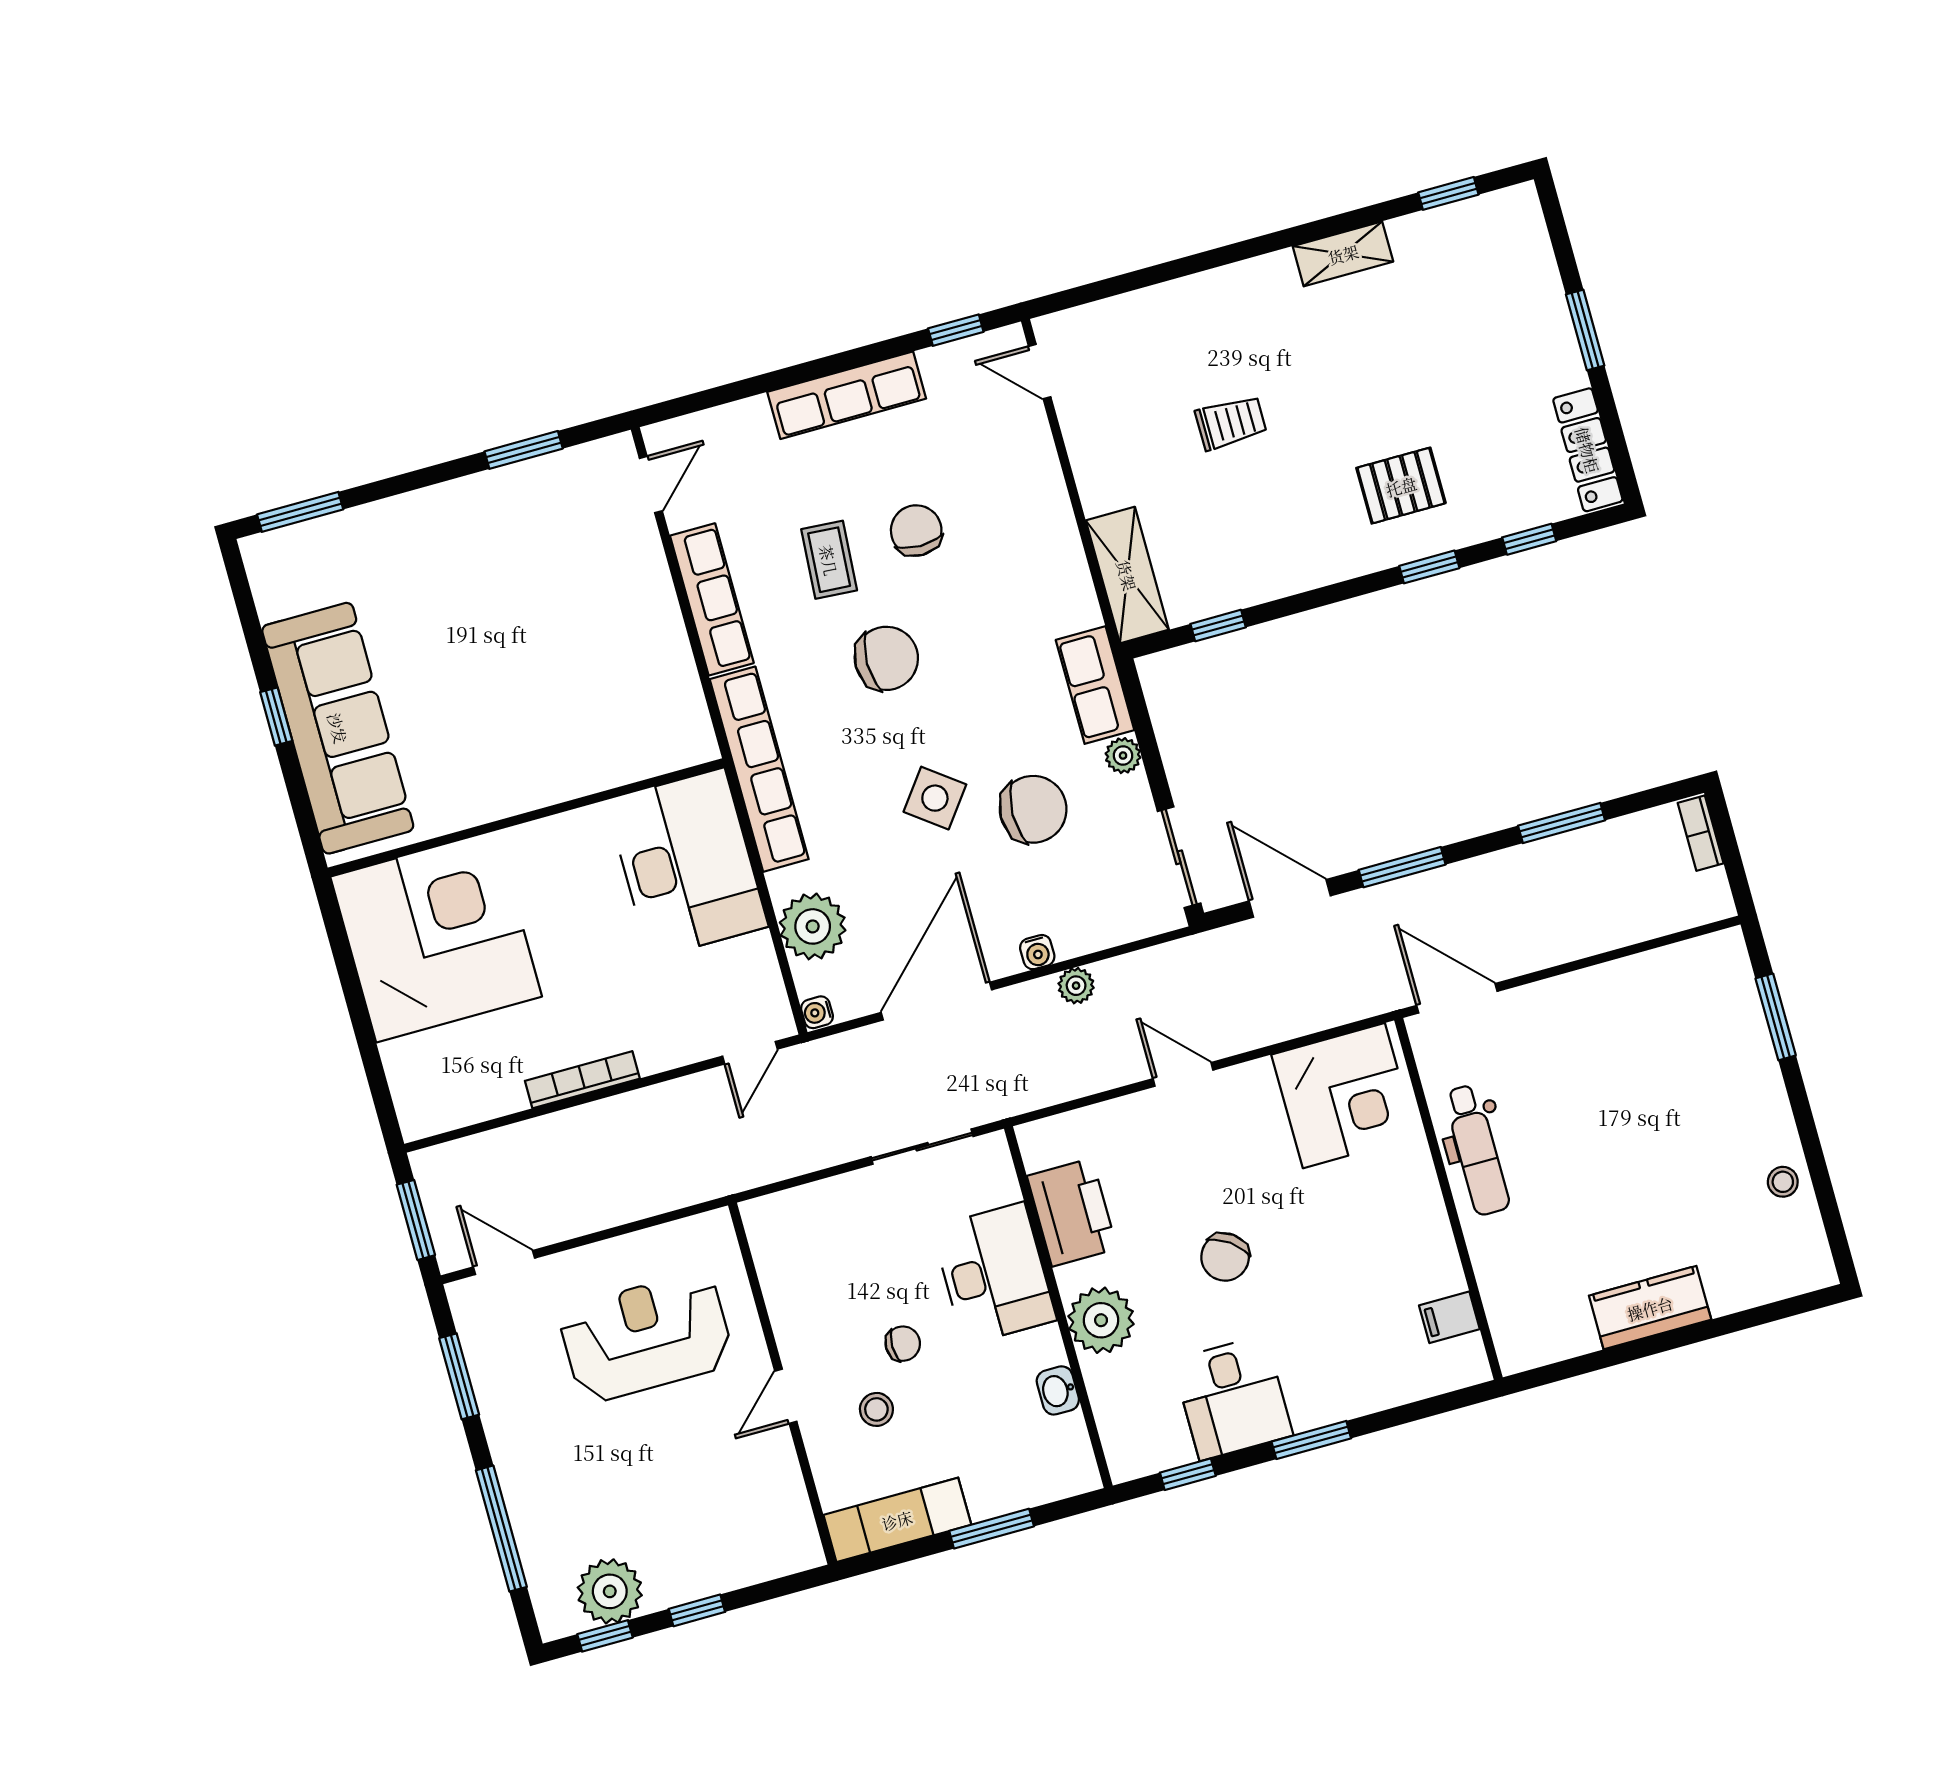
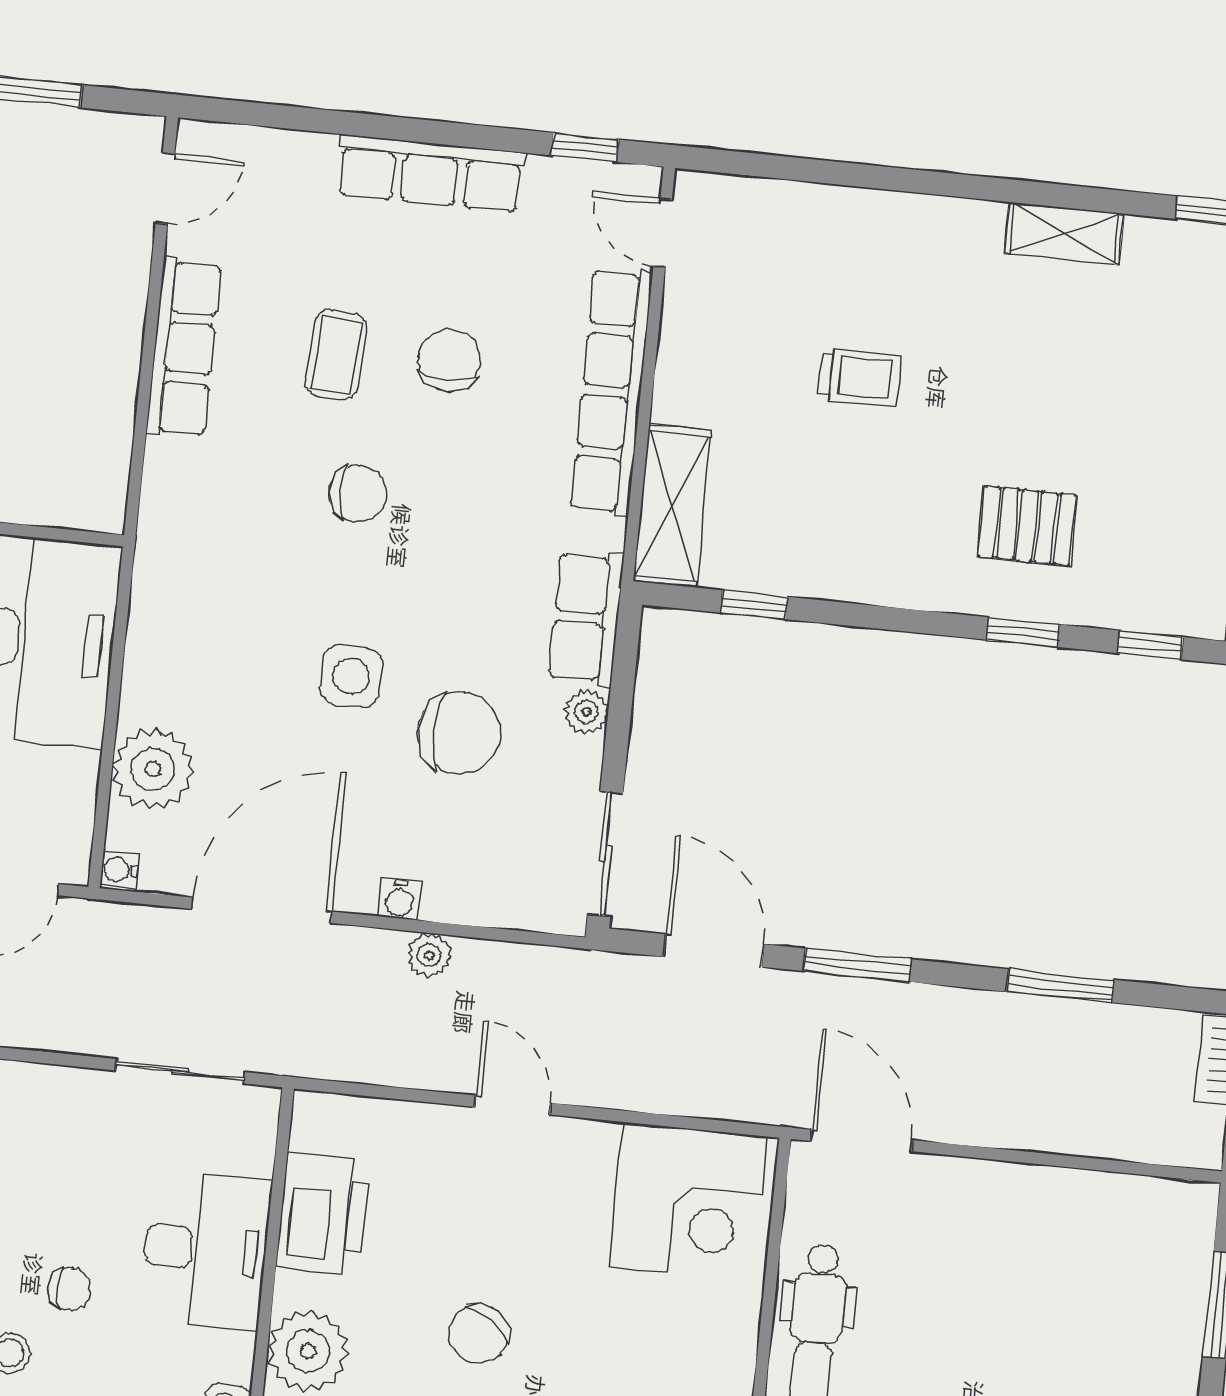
chair: (886, 658) -> (358, 494), width x0.73, depth x0.73
row of seats: (759, 769) -> (612, 392), moved, turned 180
side table: (935, 798) -> (351, 676), turned -37

